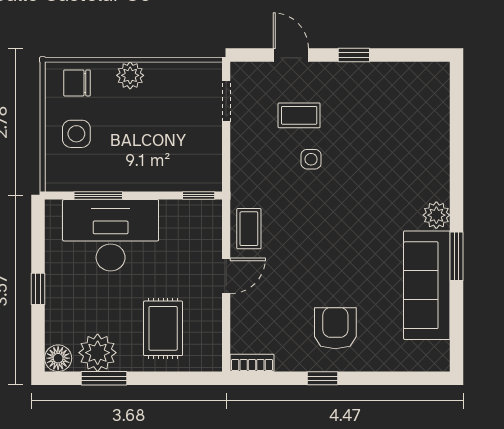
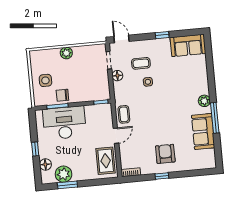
door: (291, 55) -> (121, 39), moved
chair: (77, 83) -> (62, 95), moved
sofa: (411, 84) -> (188, 45), added
floor lamp: (242, 138) -> (117, 76), added
window: (457, 256) -> (215, 118), width x1.44
sofa: (427, 285) -> (203, 132), width x0.73
rug: (163, 328) -> (106, 161), moved
floor lamp: (58, 358) -> (45, 164), moved

